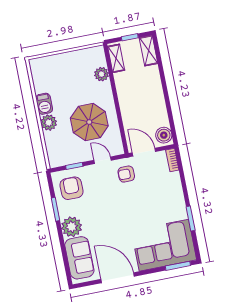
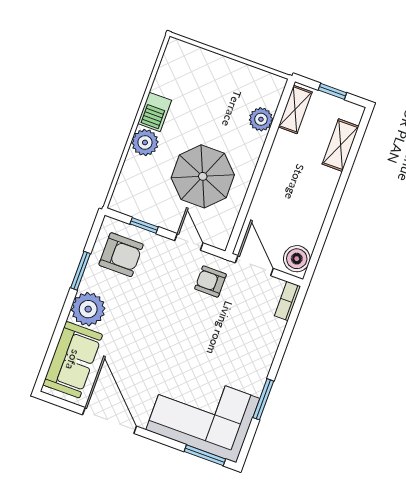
shelving: (148, 51) -> (341, 145), moved
armchair: (72, 188) -> (121, 255), turned 90

